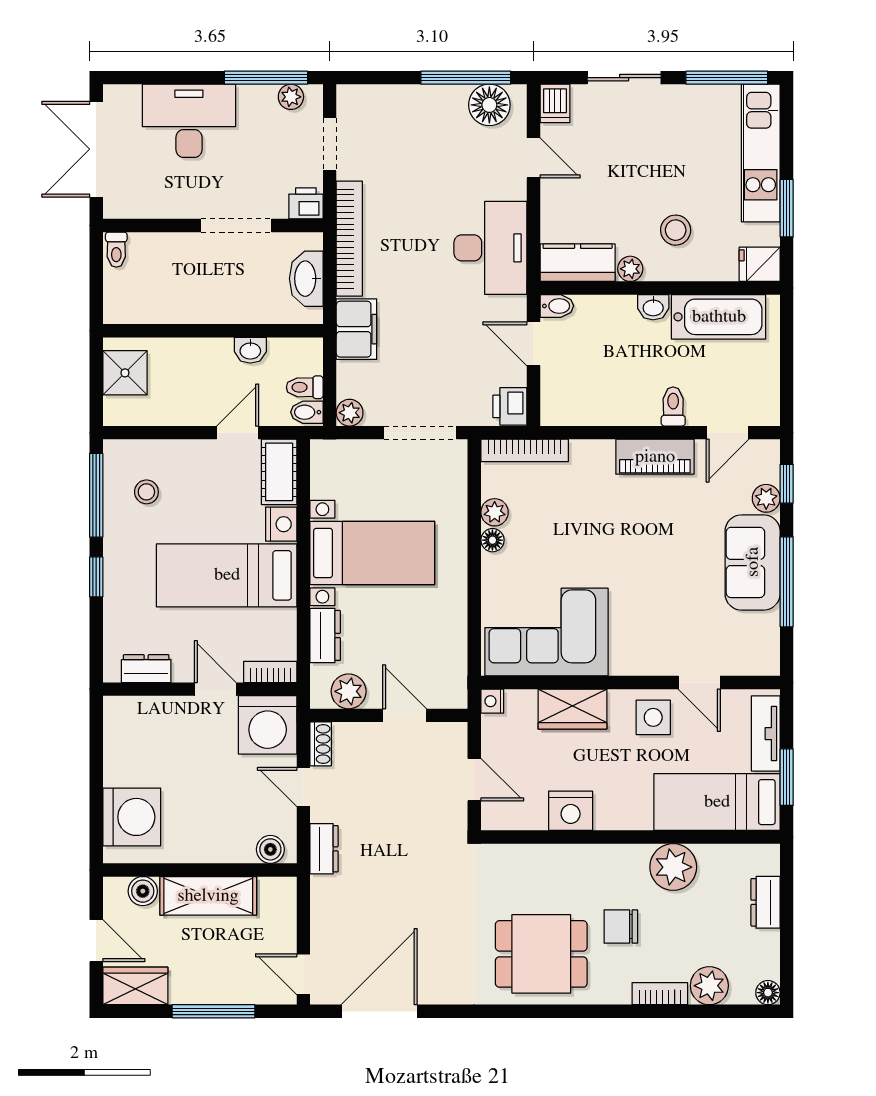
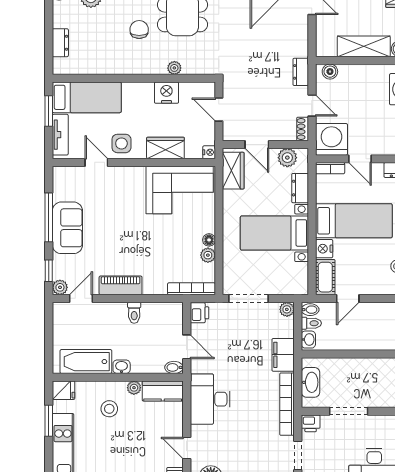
washbasin: (250, 350) -> (308, 340), moved, turned 90
toilet: (673, 407) -> (134, 313), moved
plant: (766, 498) -> (60, 287), moved
wardrobe: (448, 668) -> (233, 171), added
plant: (673, 867) -> (174, 68), moved, width x0.53, depth x0.53
chair: (621, 927) -> (139, 30), turned -90

